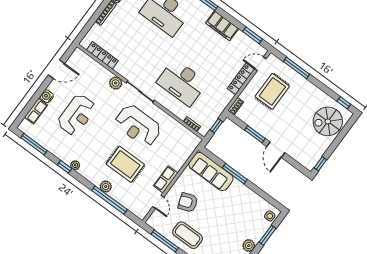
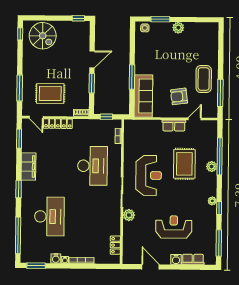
locker: (102, 55) -> (115, 245), width x0.66
armchair: (188, 202) -> (179, 96), turned 102

